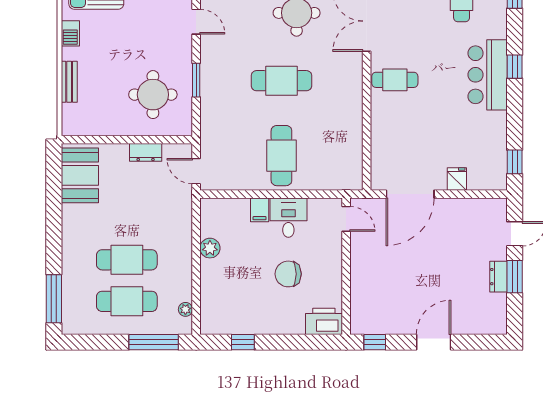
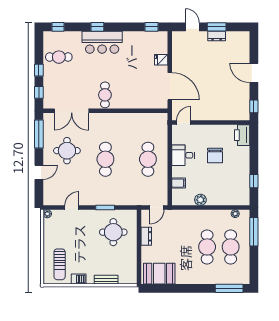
cafe table: (281, 156) -> (148, 159), turned 90
filing cabinet: (260, 210) -> (179, 183), moved

